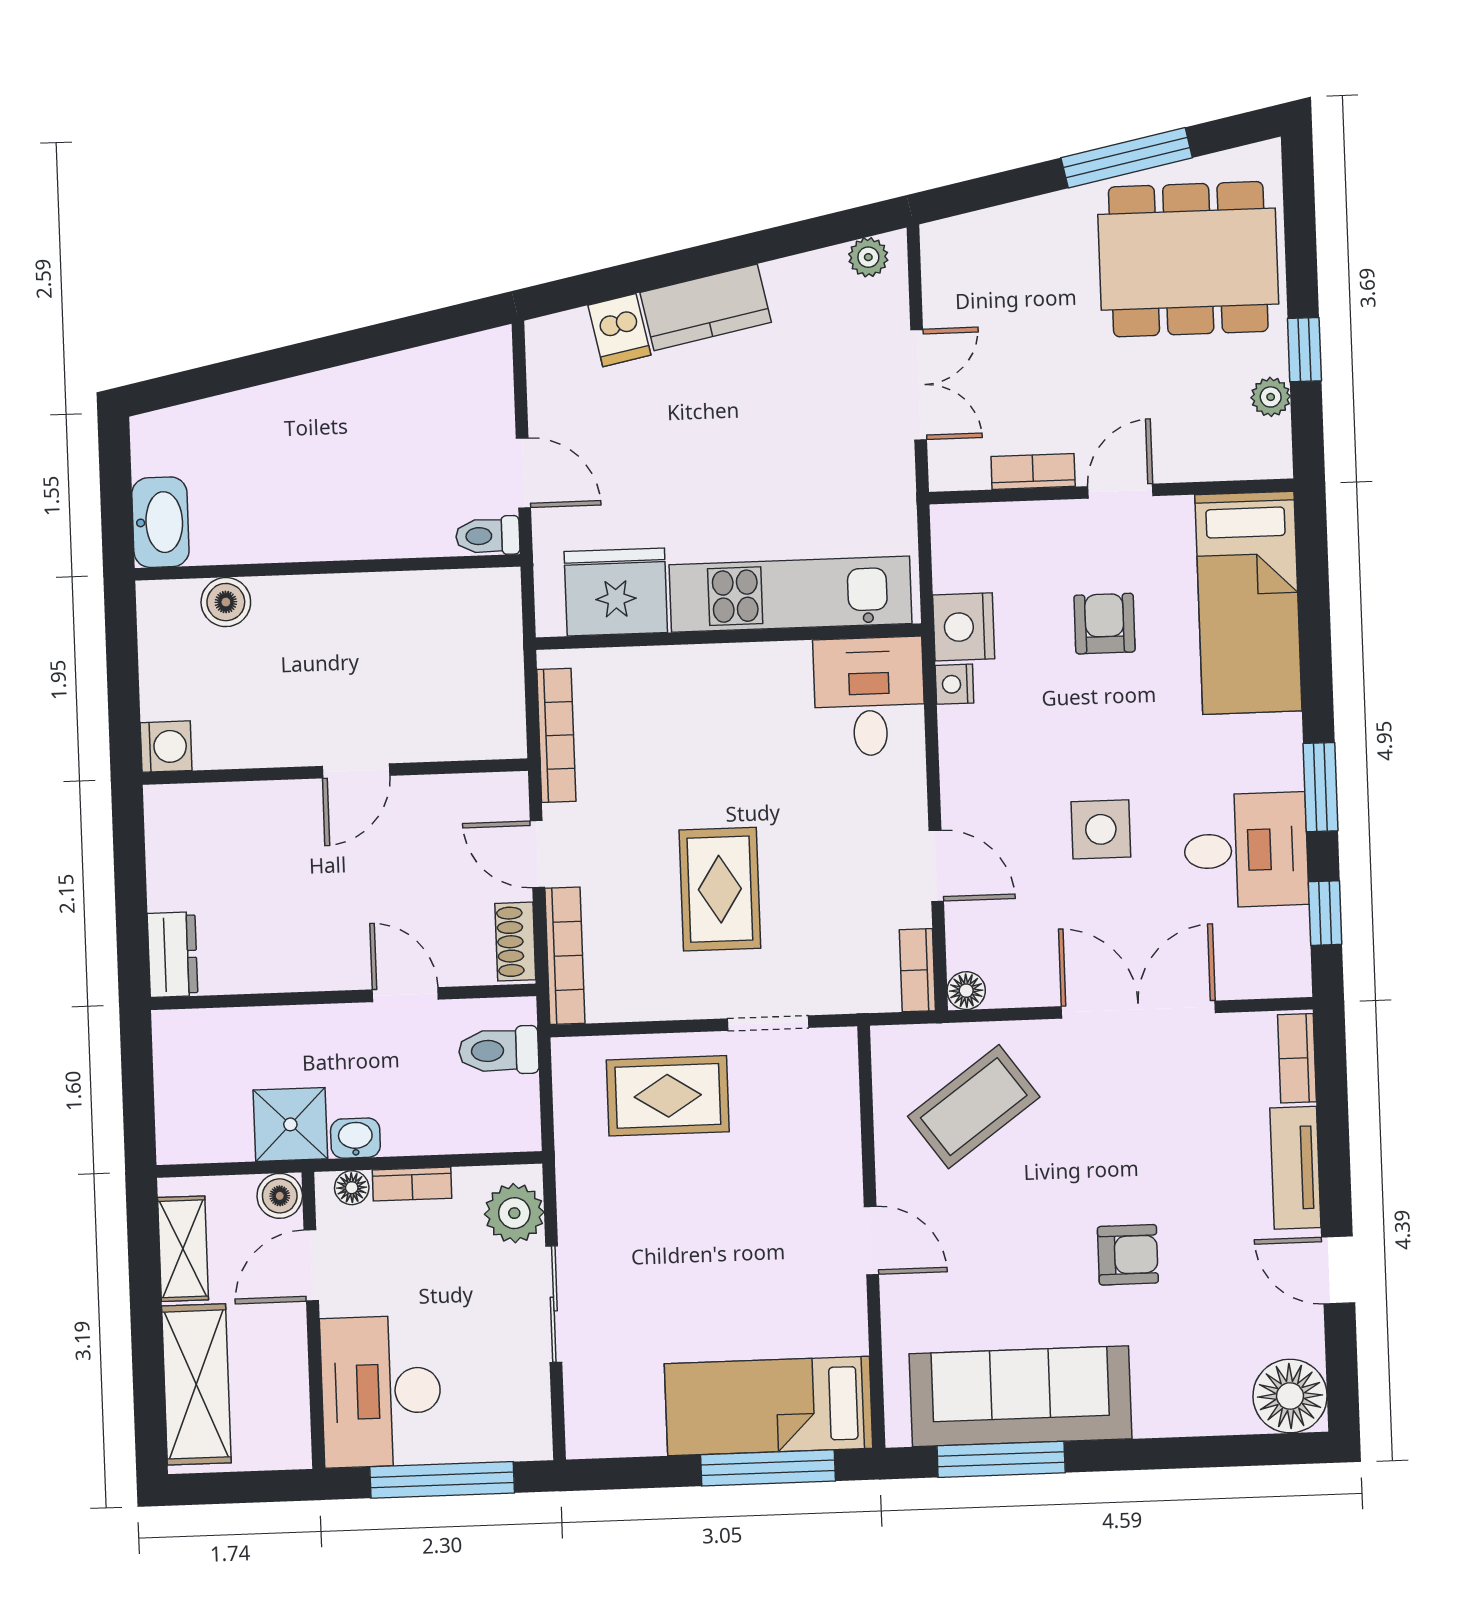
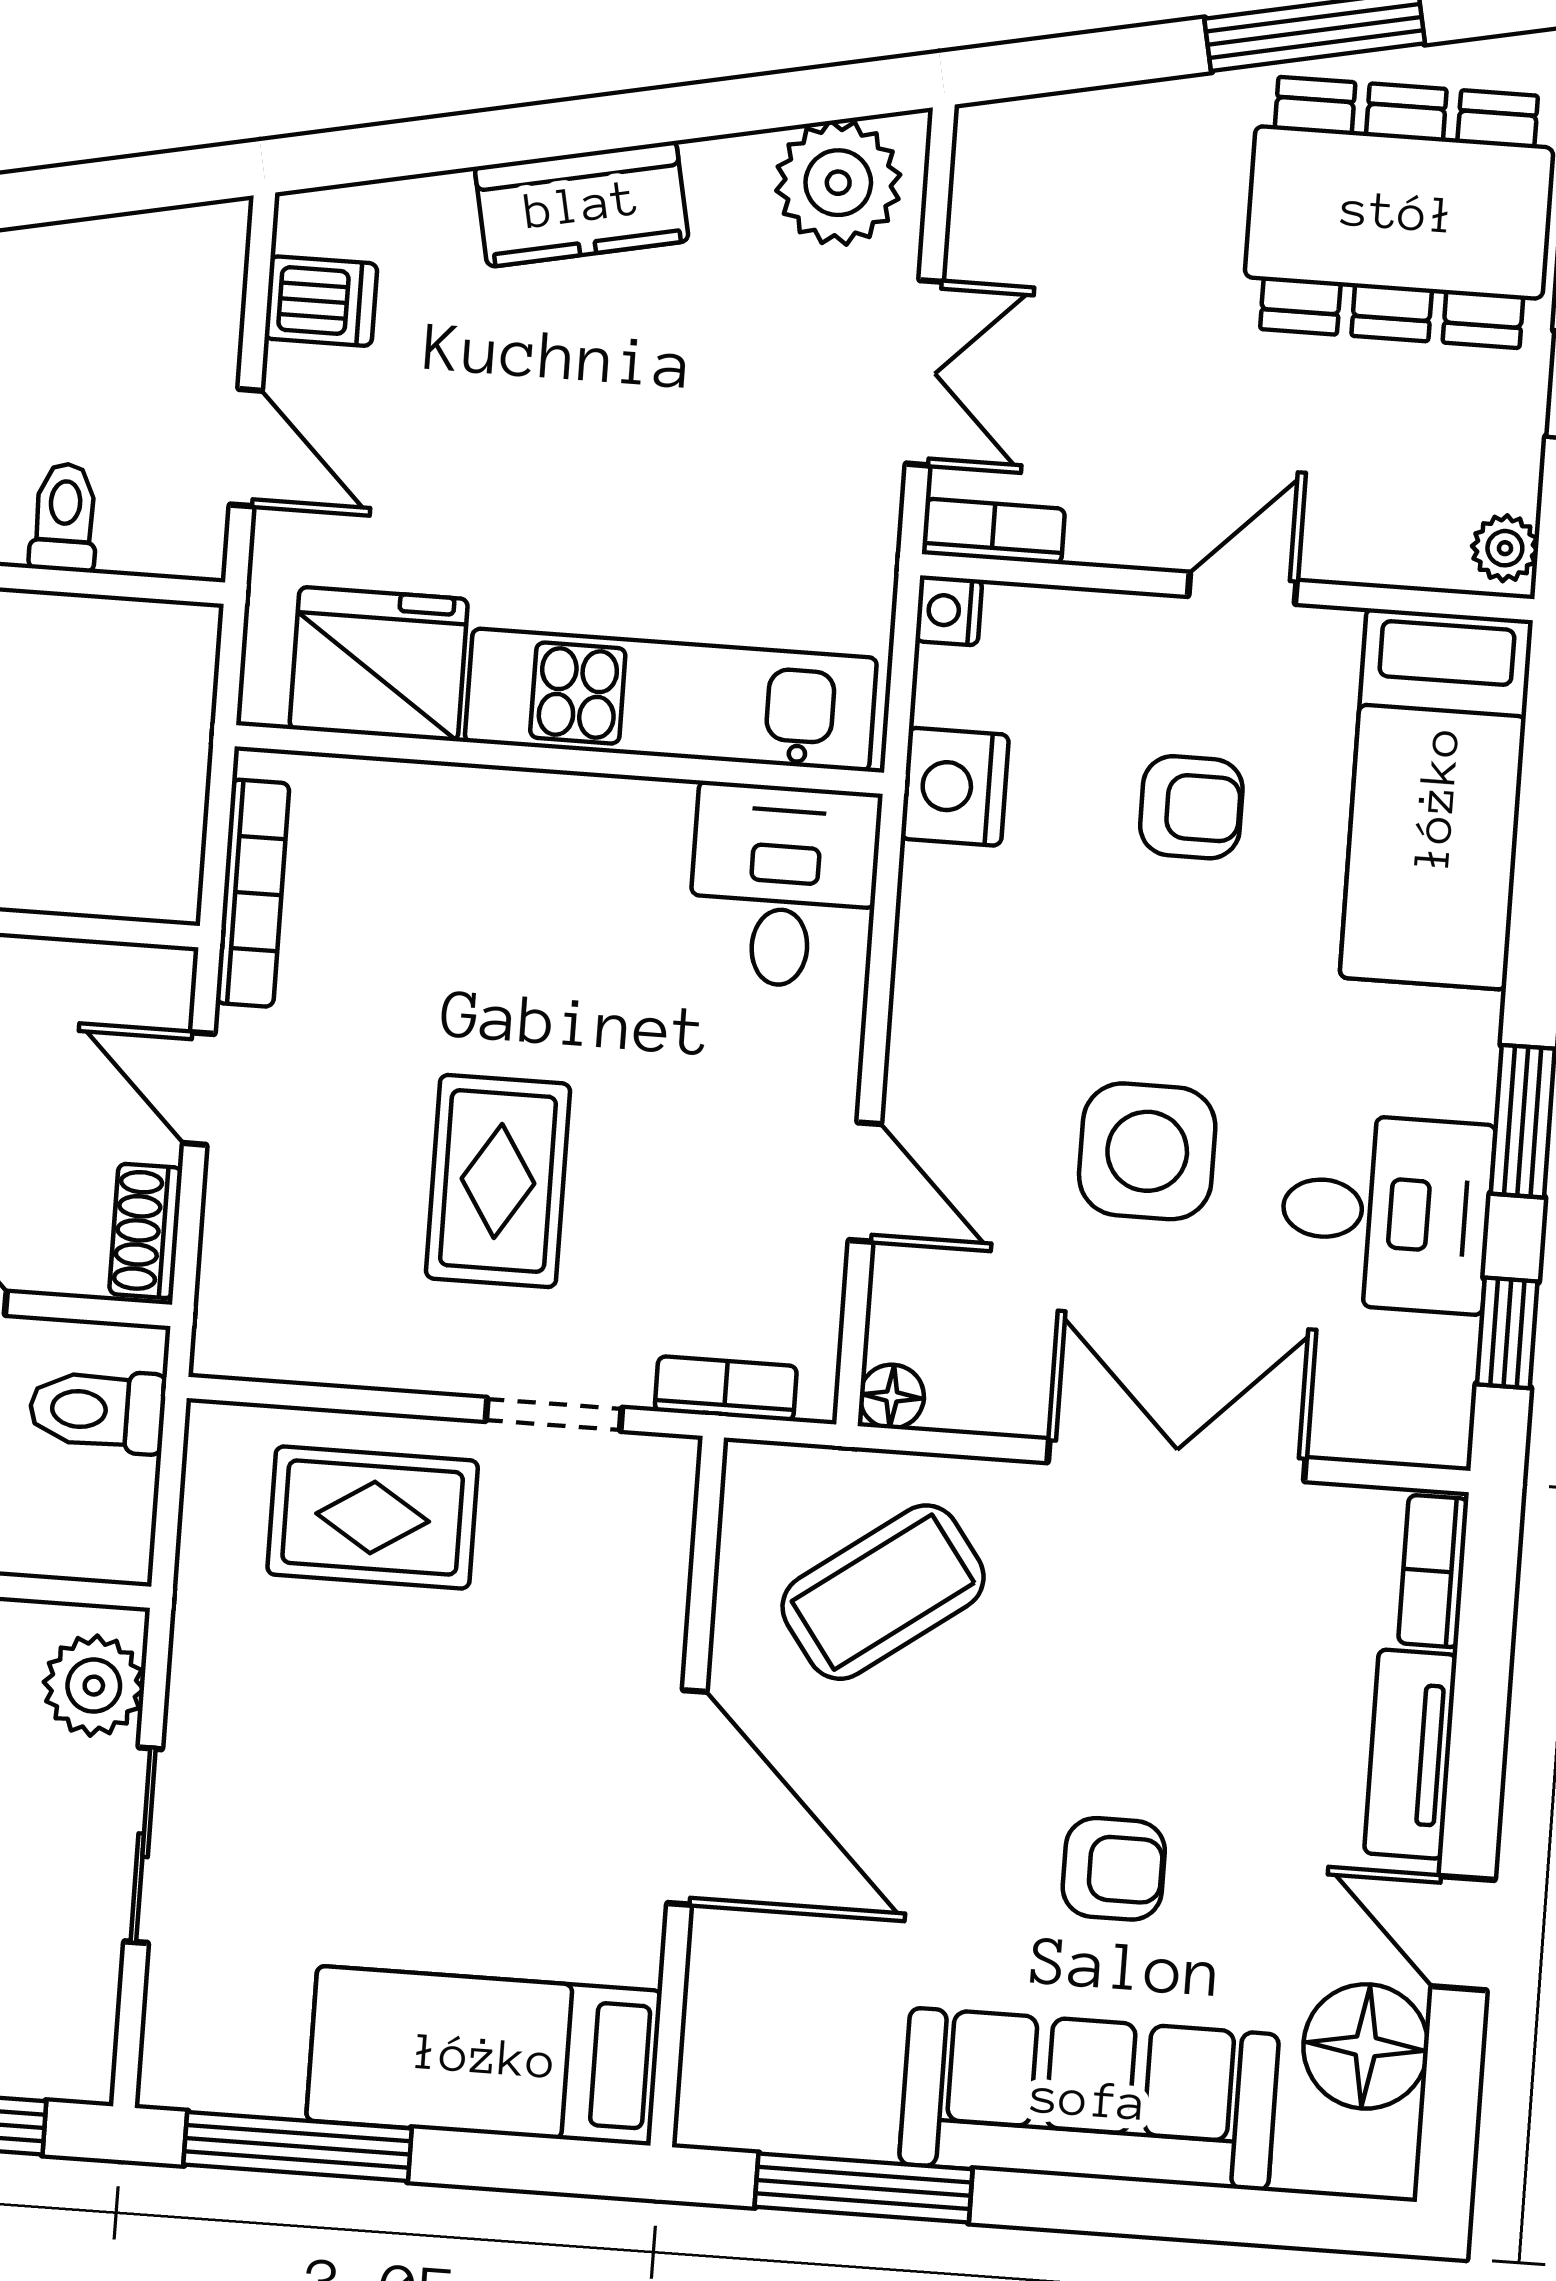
plant: (868, 257) -> (838, 183), width x1.87, depth x1.87
dishwasher: (619, 330) -> (321, 301), moved, turned -78
plant: (1271, 397) -> (1505, 548), moved
bookcase: (1033, 471) -> (993, 531), moved
toilet: (488, 536) -> (64, 517), moved, turned 90
armchair: (1104, 624) -> (1191, 807), turned 90
nightstand: (954, 684) -> (949, 611), moved
side table: (1101, 829) -> (1147, 1151), width x1.37, depth x1.37
bookcase: (565, 956) -> (226, 1264), removed
bookcase: (917, 970) -> (726, 1389), moved, turned 90
door: (871, 1240) -> (687, 1797), width x1.88
sofa: (1020, 1396) -> (1089, 2099), moved
floor lamp: (1290, 1396) -> (1366, 2046), moved
window: (768, 1468) -> (298, 2146), moved

